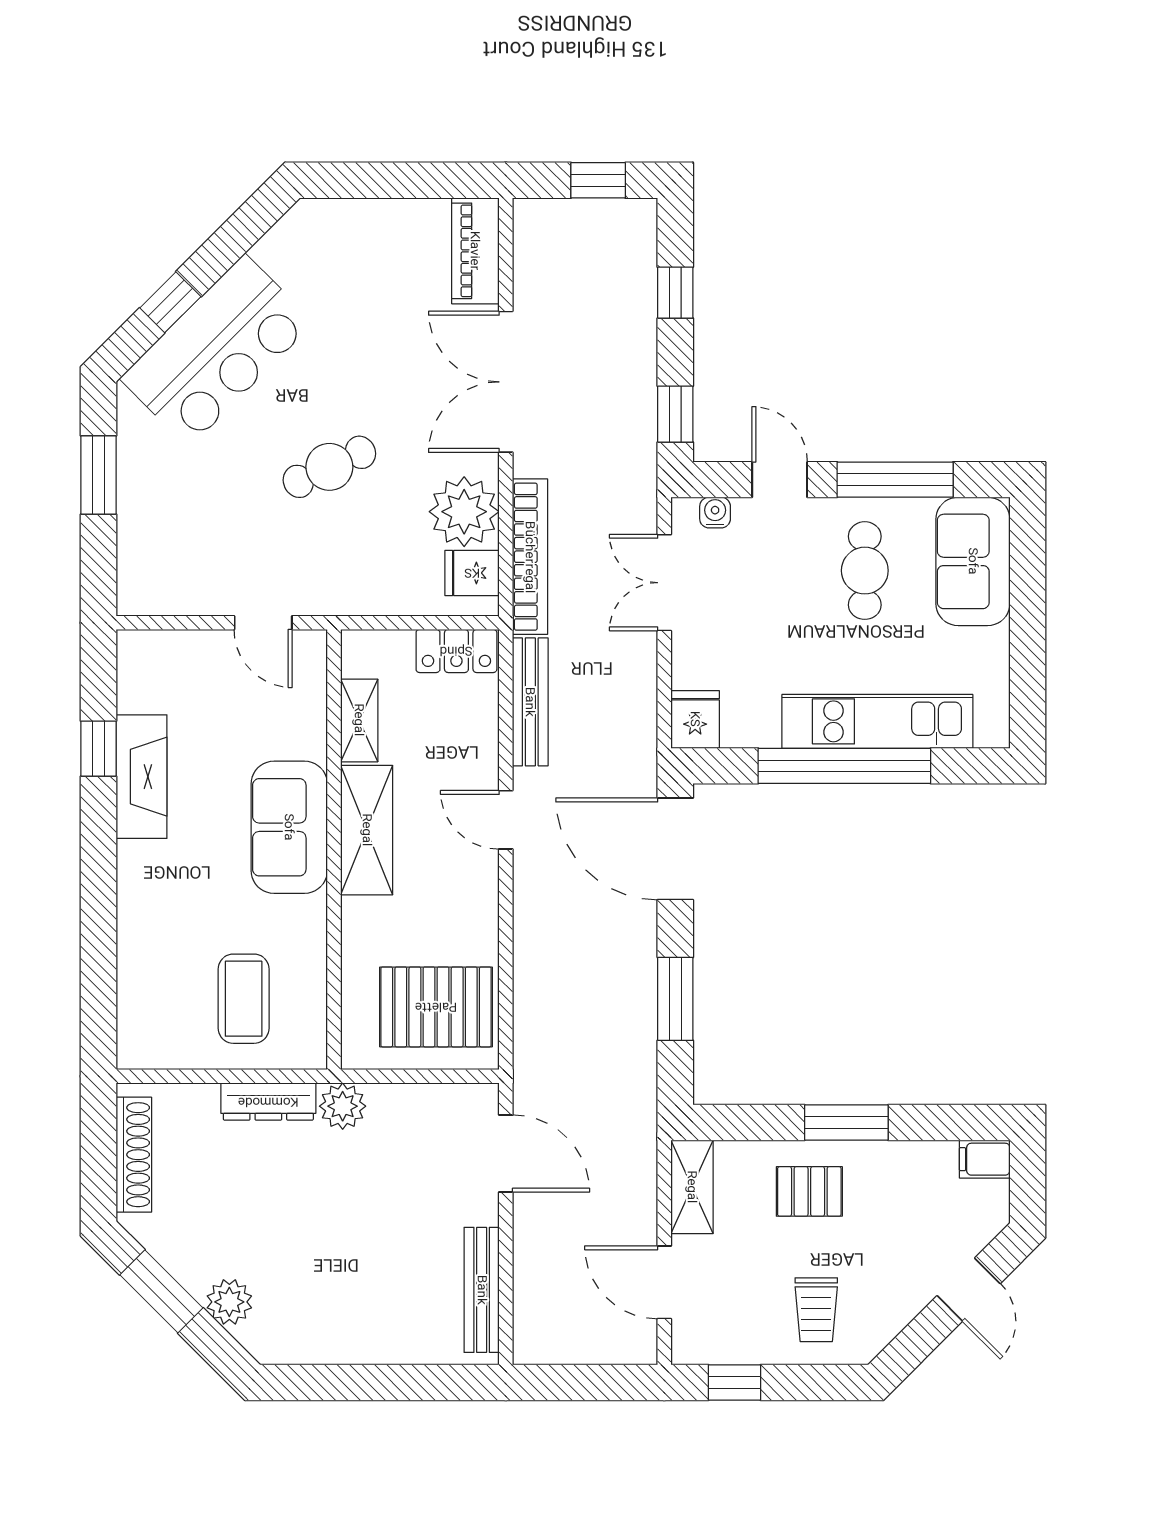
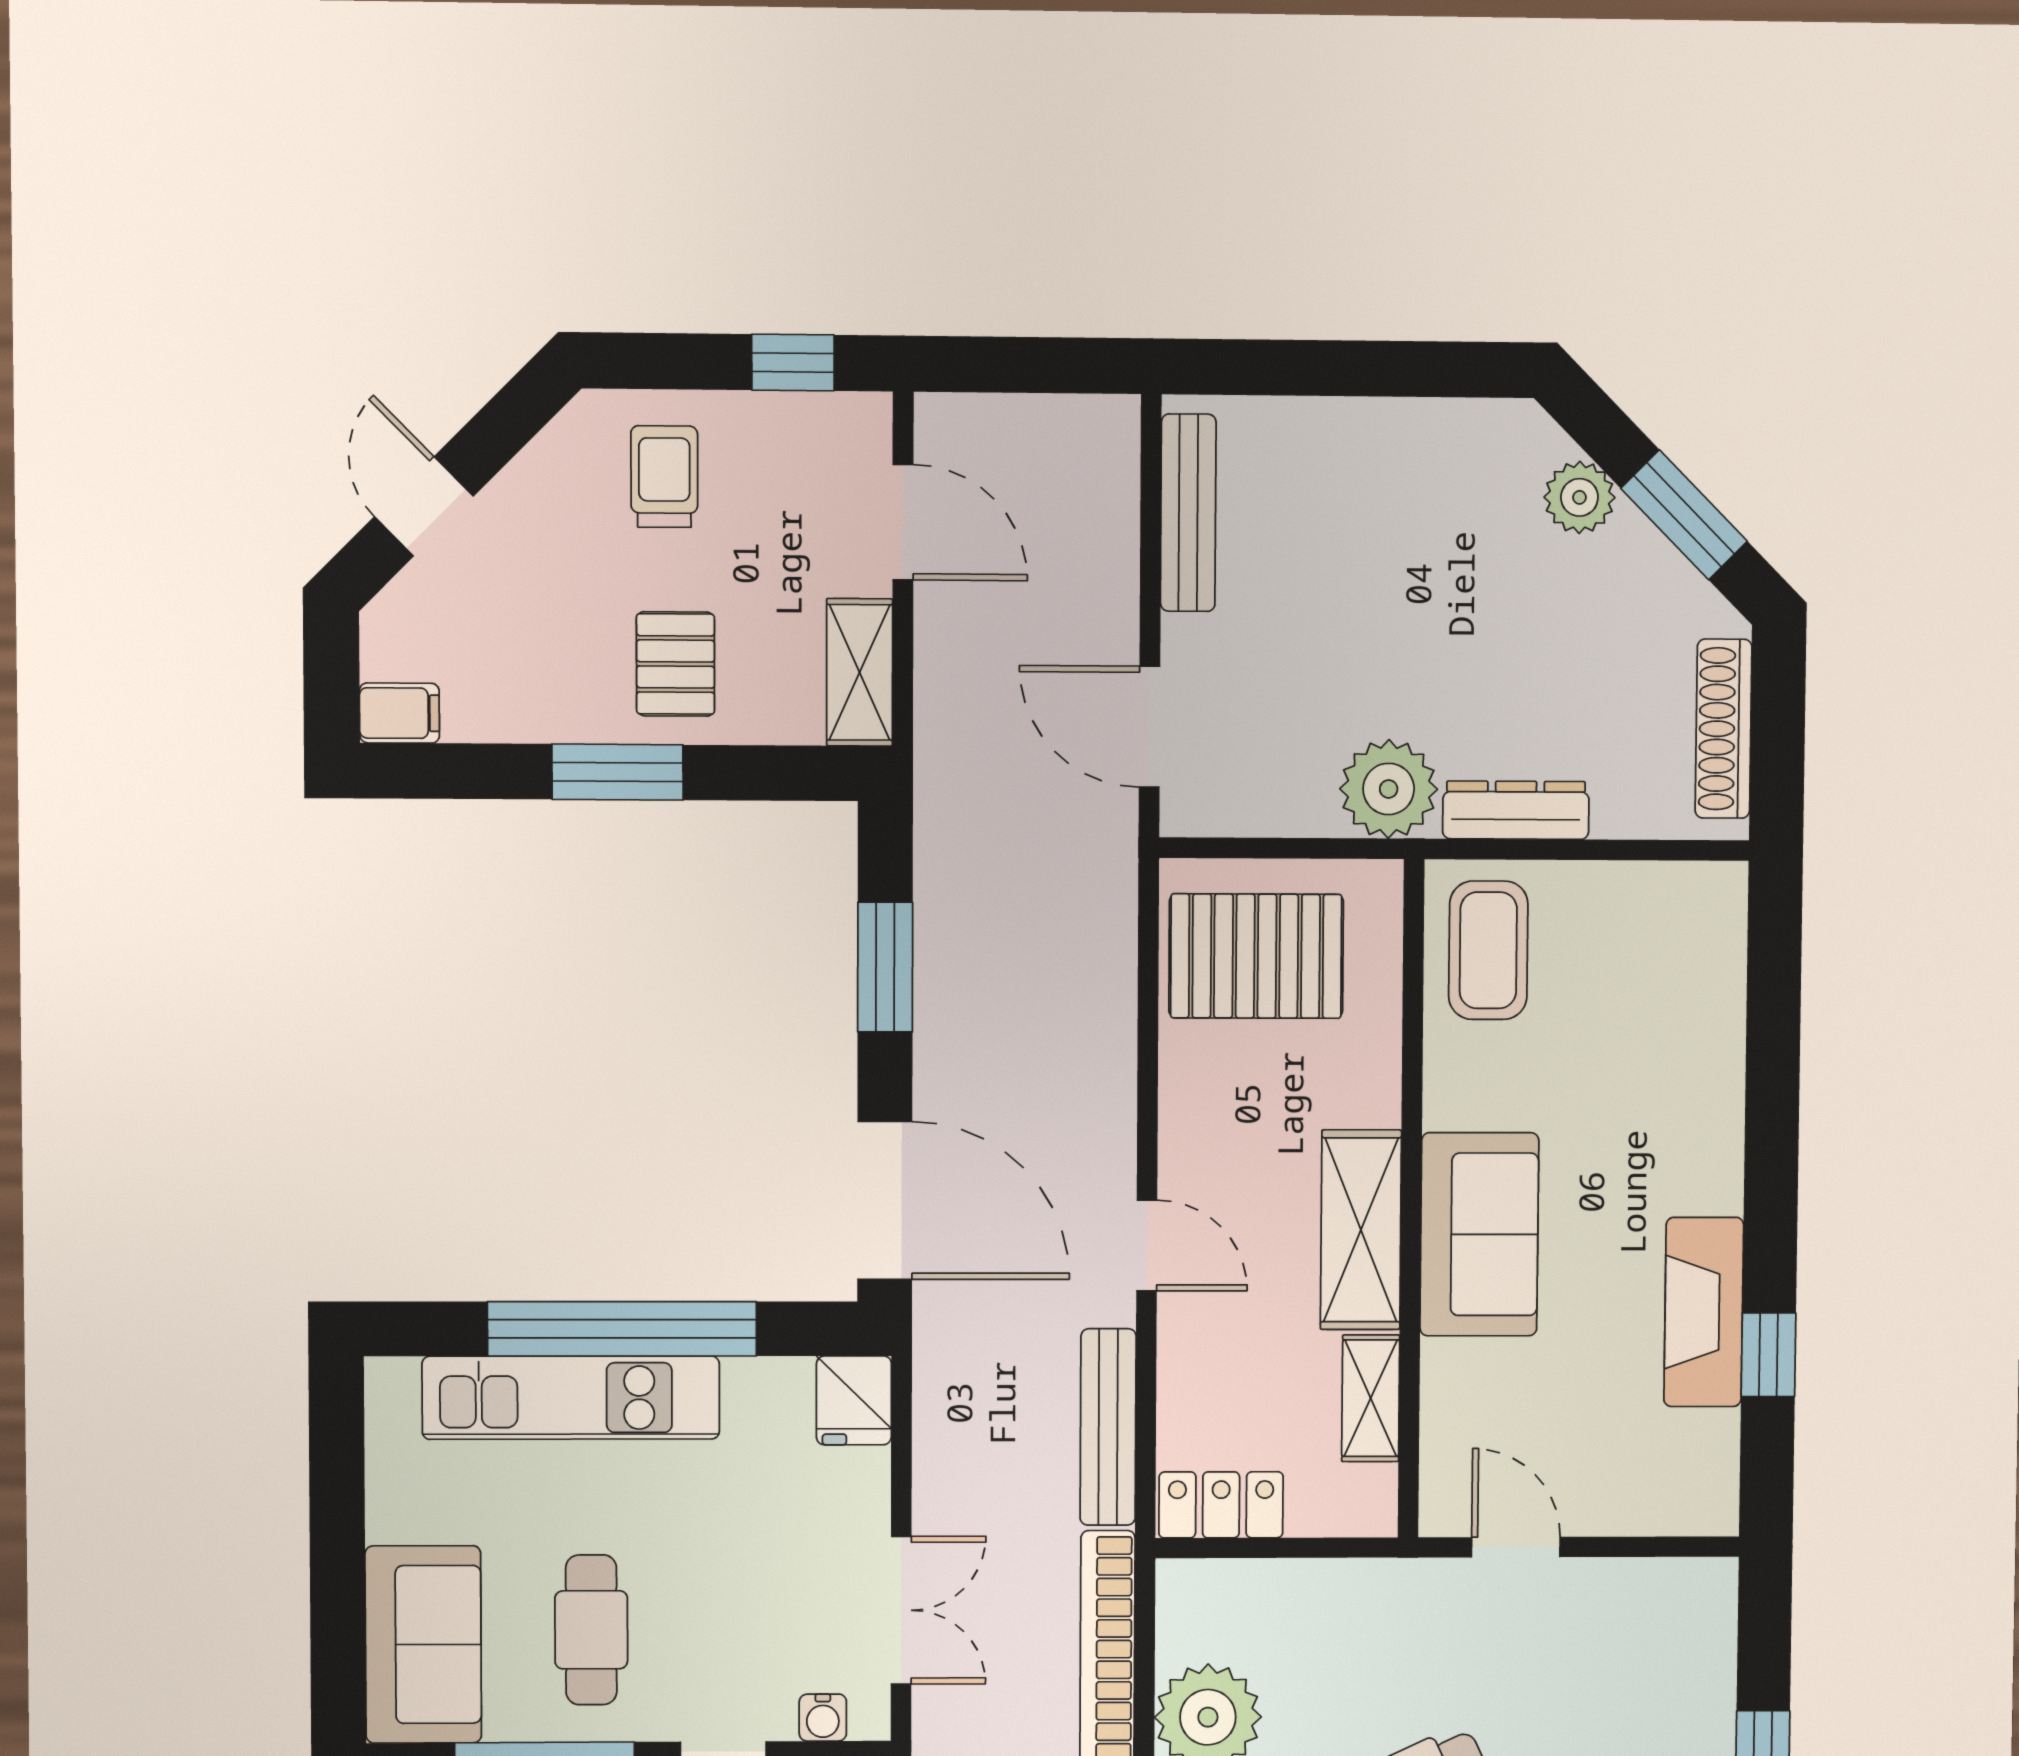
fridge: (472, 573) -> (1196, 1624), removed
coffee table: (244, 999) -> (1488, 950), moved
plant: (343, 1106) -> (1389, 789), width x1.36, depth x1.36
pallet: (809, 1191) -> (676, 664), turned 90

